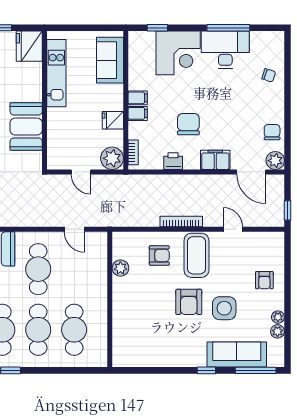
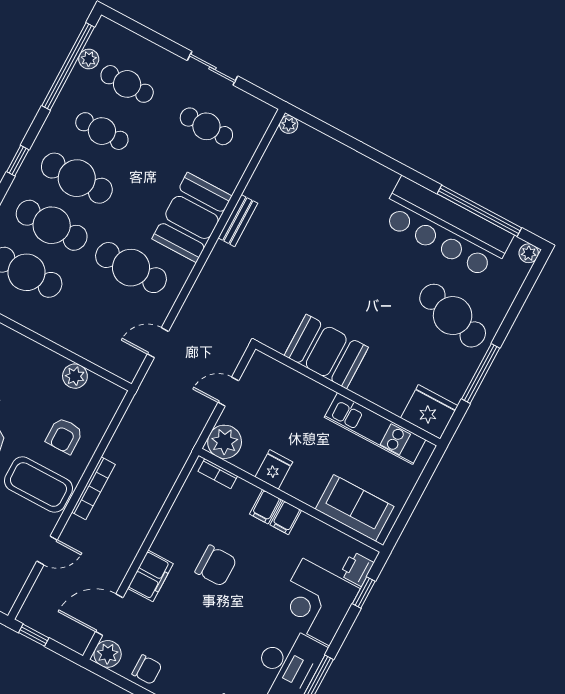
printer: (173, 161) -> (357, 569), moved, turned 180

